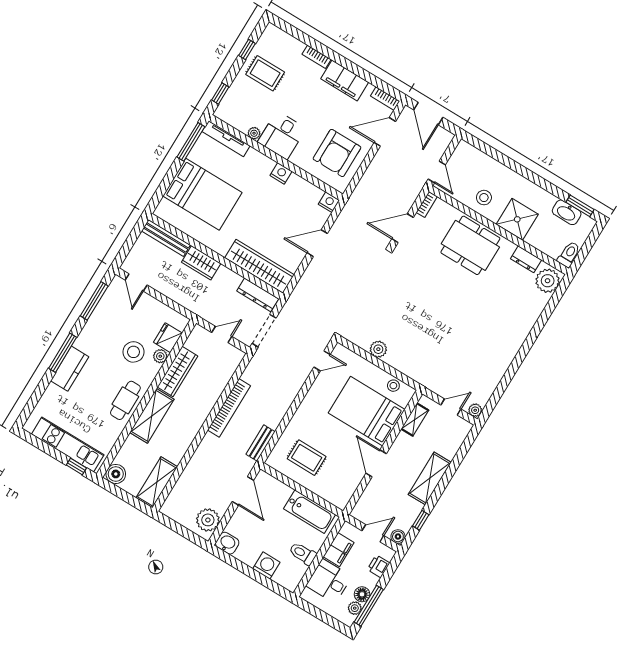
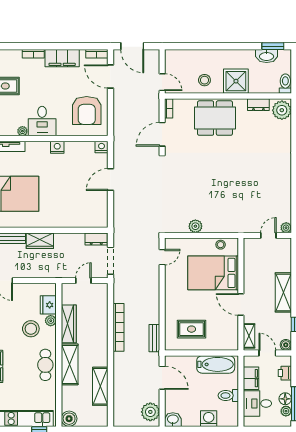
door: (385, 132) -> (110, 76), hinge flipped
wardrobe: (259, 266) -> (81, 219), removed
dresser: (258, 295) -> (96, 239), width x0.70
shelving: (415, 420) -> (249, 336), moved
shelving: (157, 482) -> (100, 386), moved
door: (373, 533) -> (267, 353), hinge flipped

